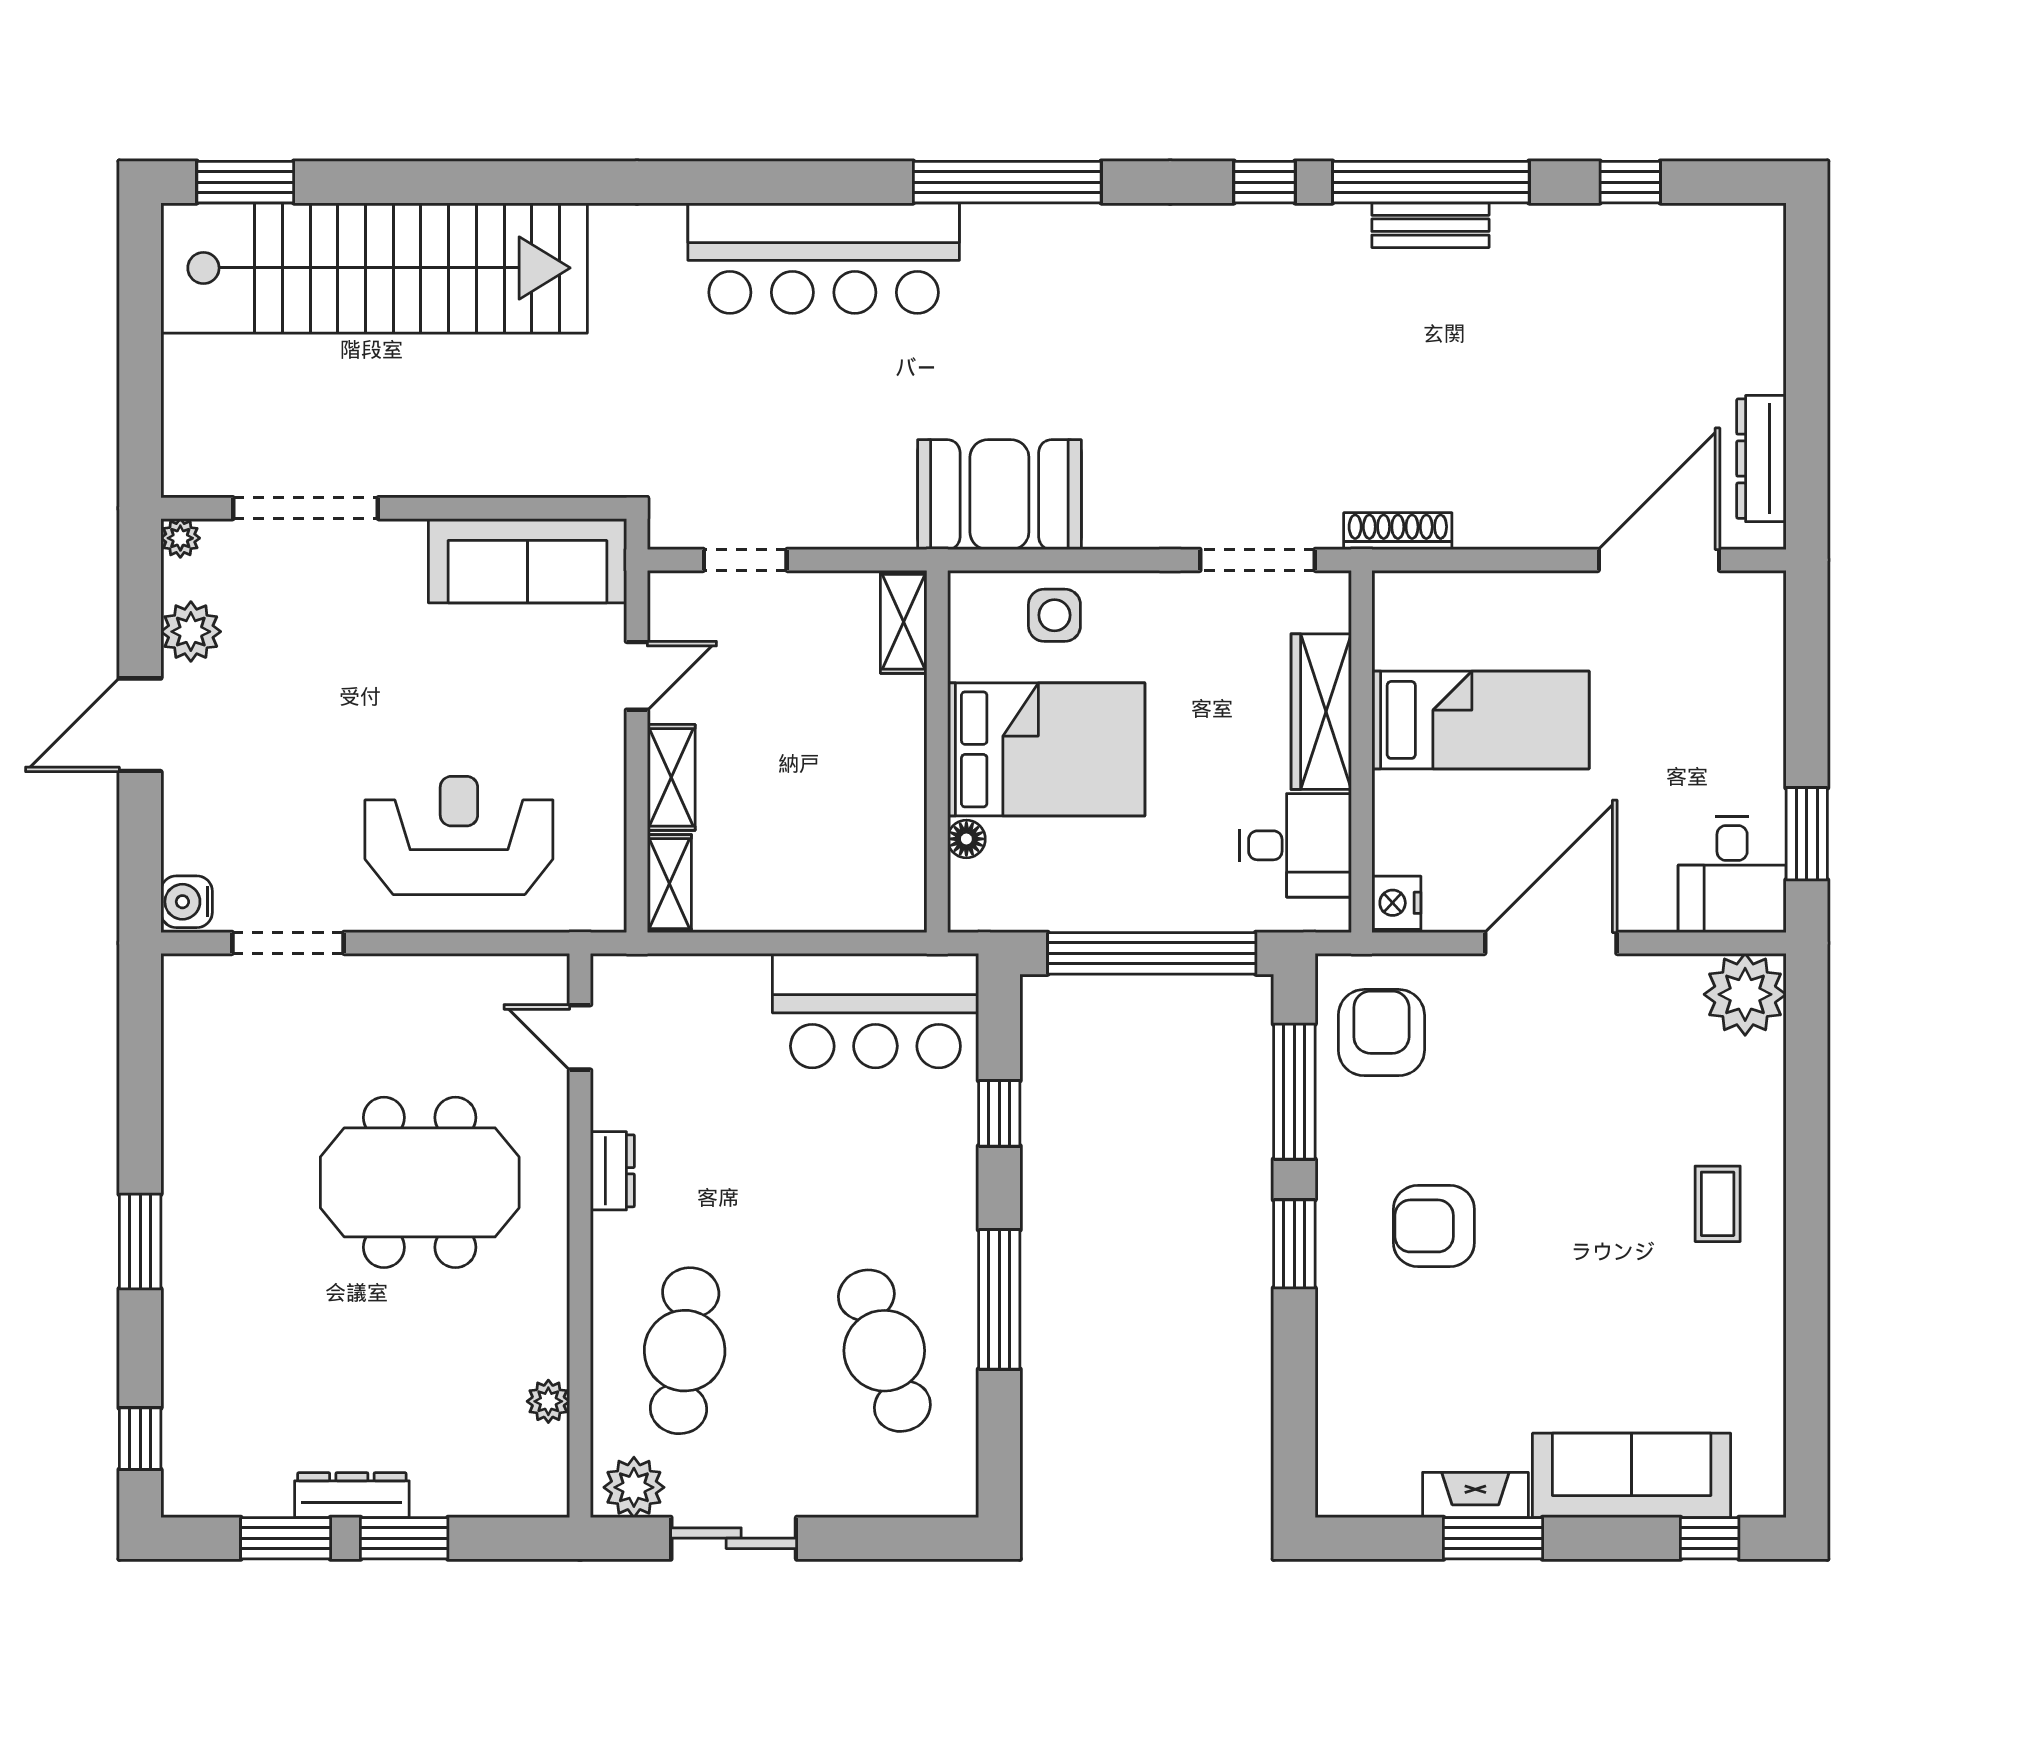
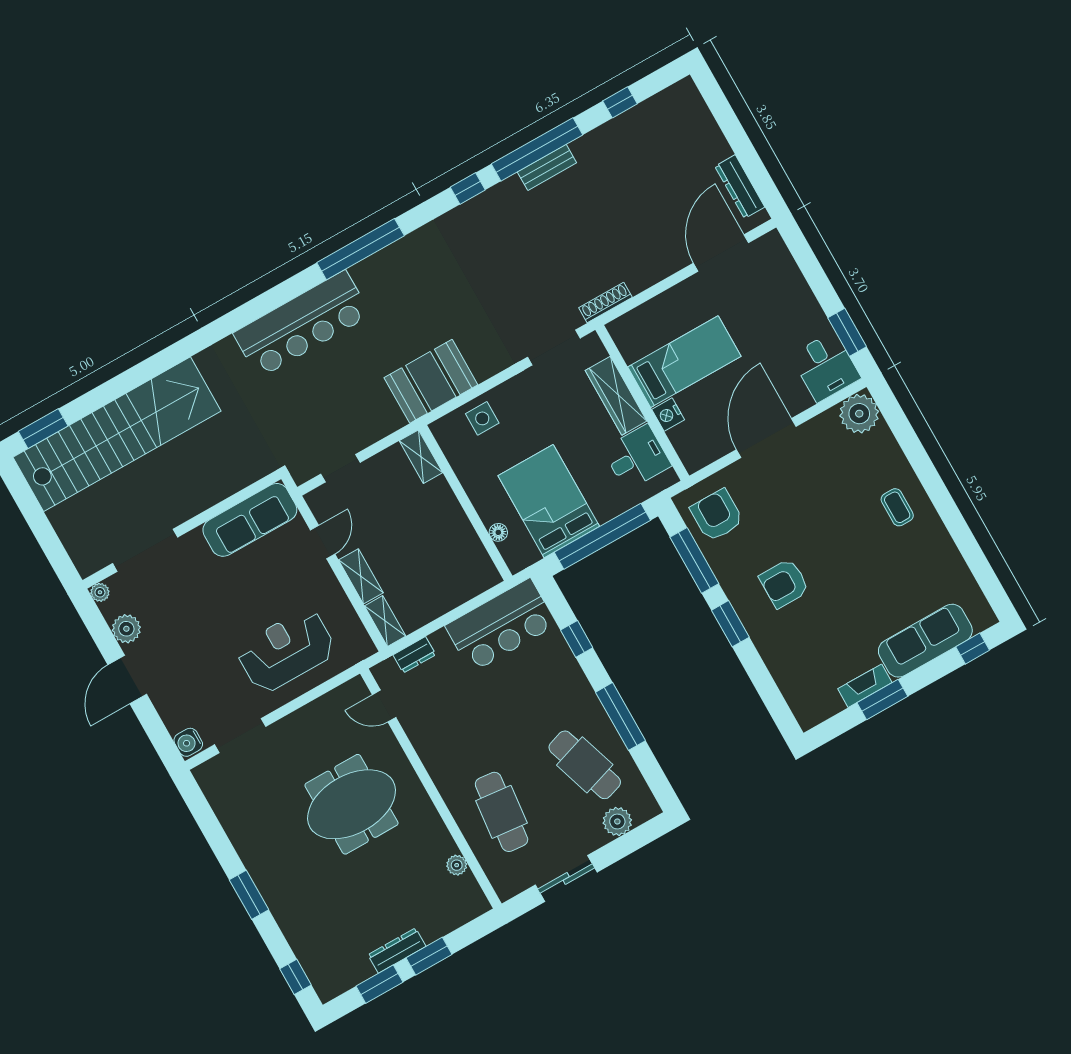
bed: (1046, 749) -> (549, 501), moved, turned -90
nightstand: (1396, 903) -> (668, 415), moved
dresser: (612, 1171) -> (414, 655), moved, turned 90
plant: (634, 1487) -> (617, 821), moved

